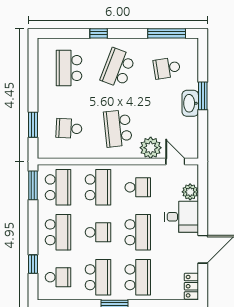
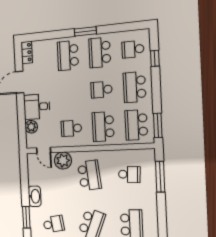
window: (203, 96) -> (26, 217), moved
window: (33, 125) -> (160, 177), width x1.44
school desk: (138, 232) -> (70, 92), removed

